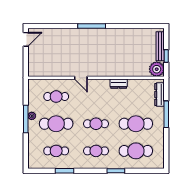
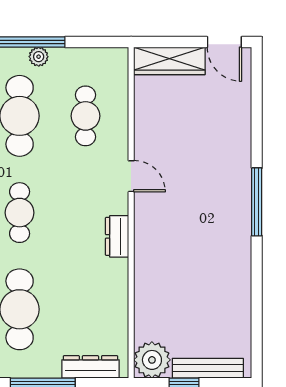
wardrobe: (33, 62) -> (169, 61), added
door: (81, 78) -> (131, 176), swing flipped
dresser: (119, 84) -> (117, 236), moved

